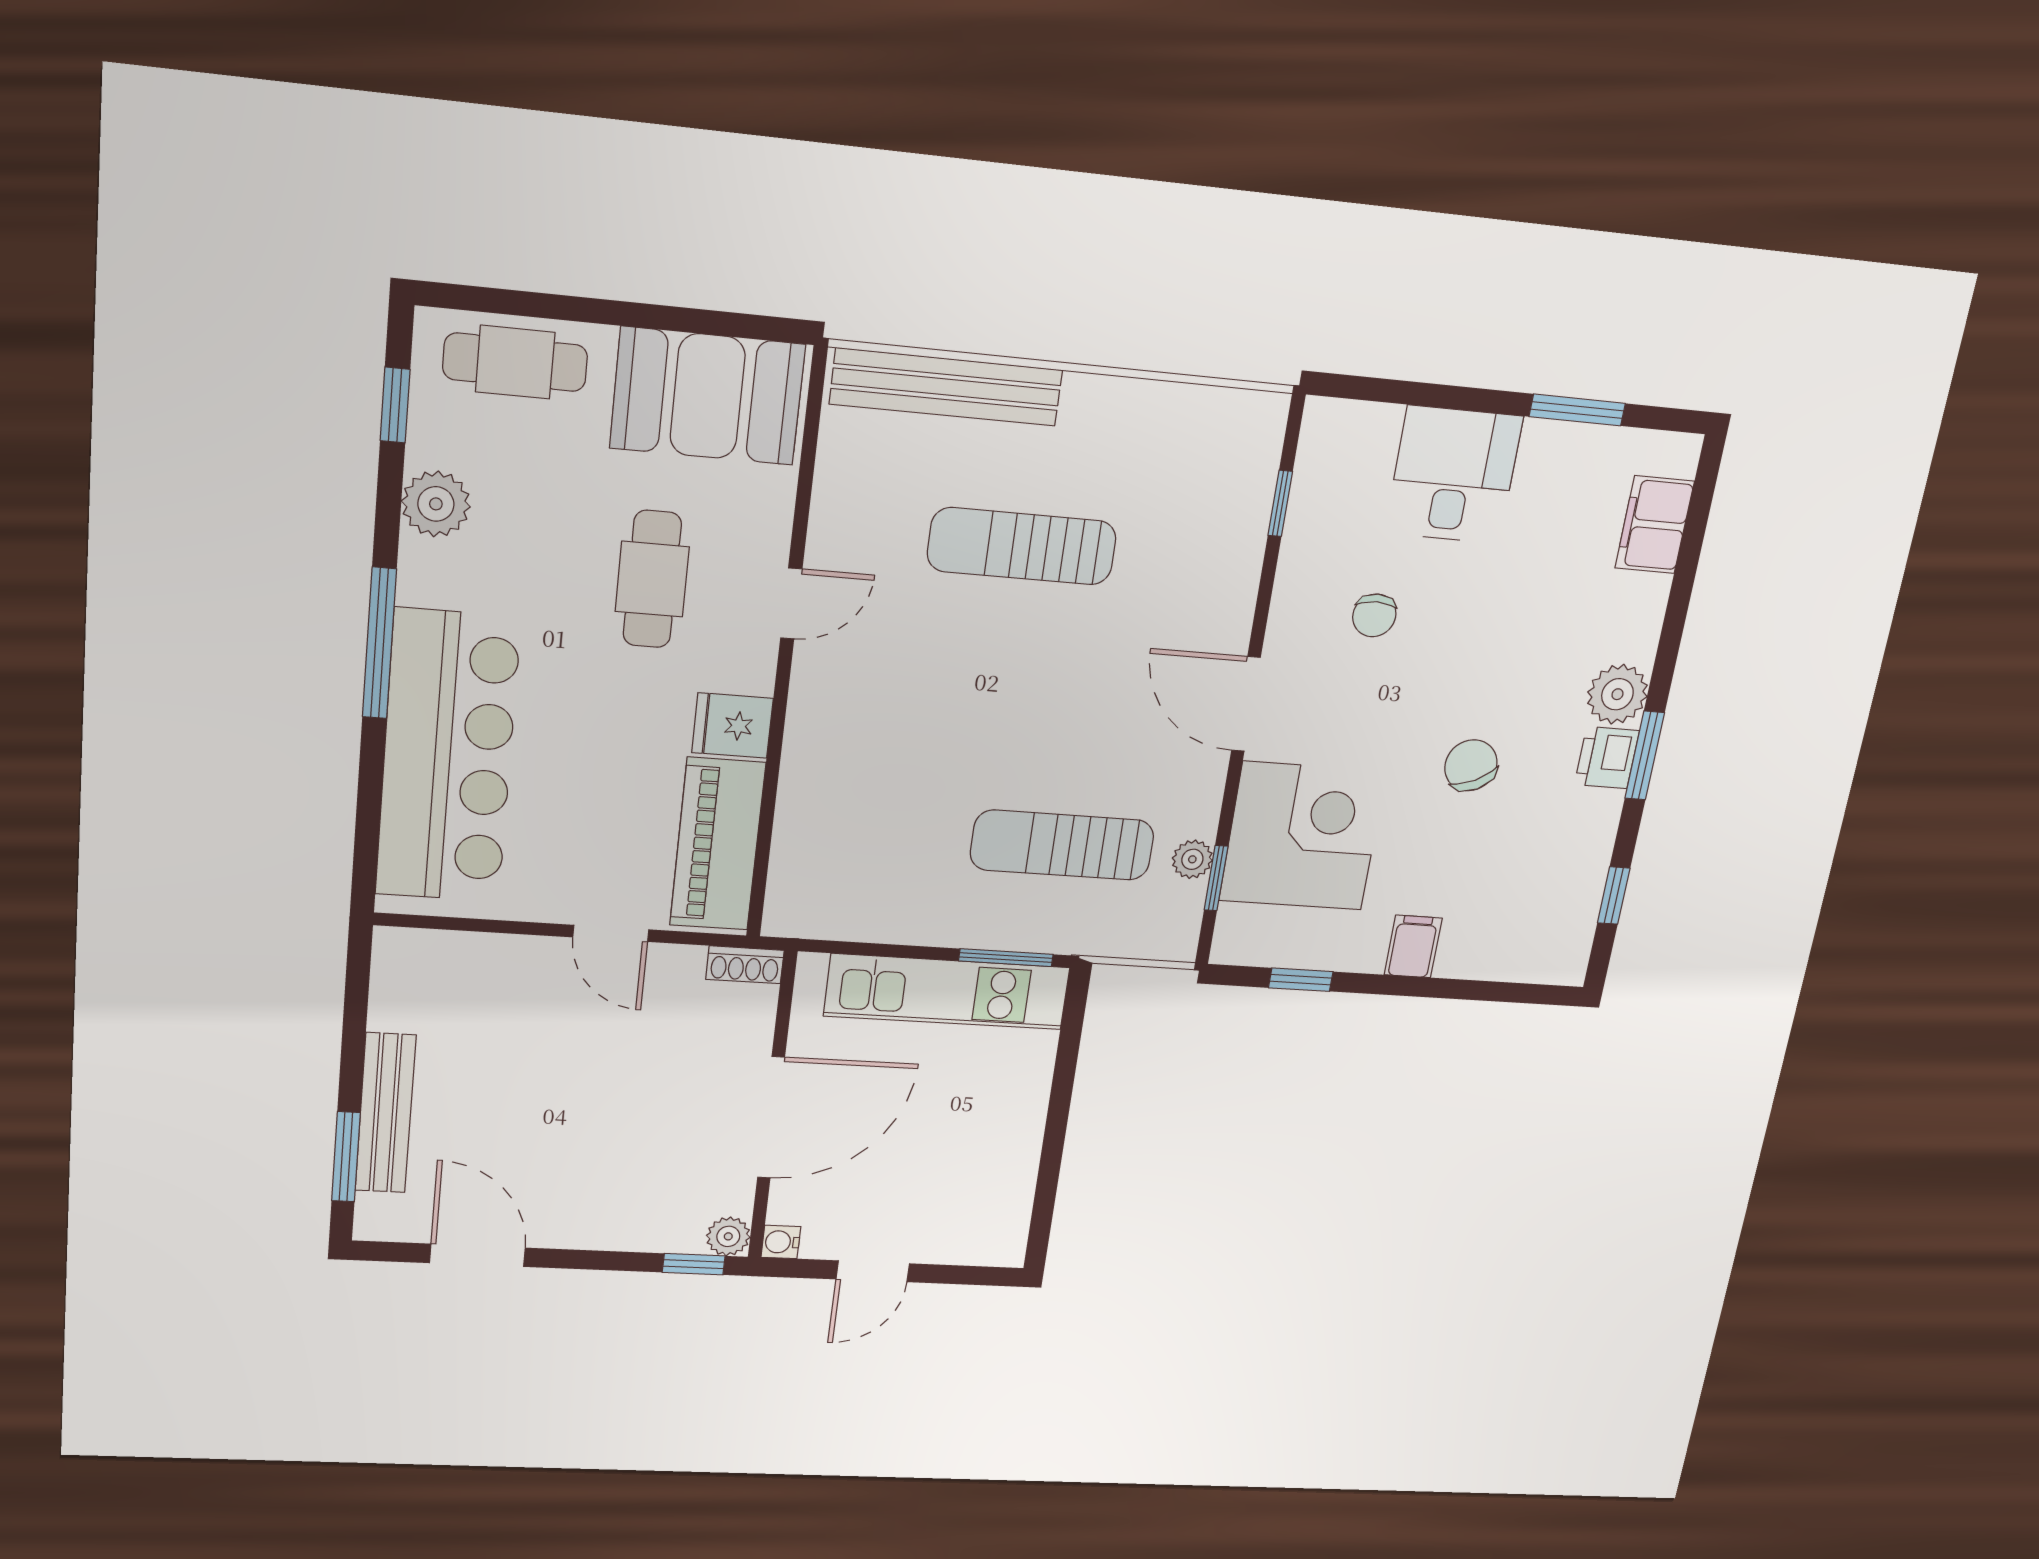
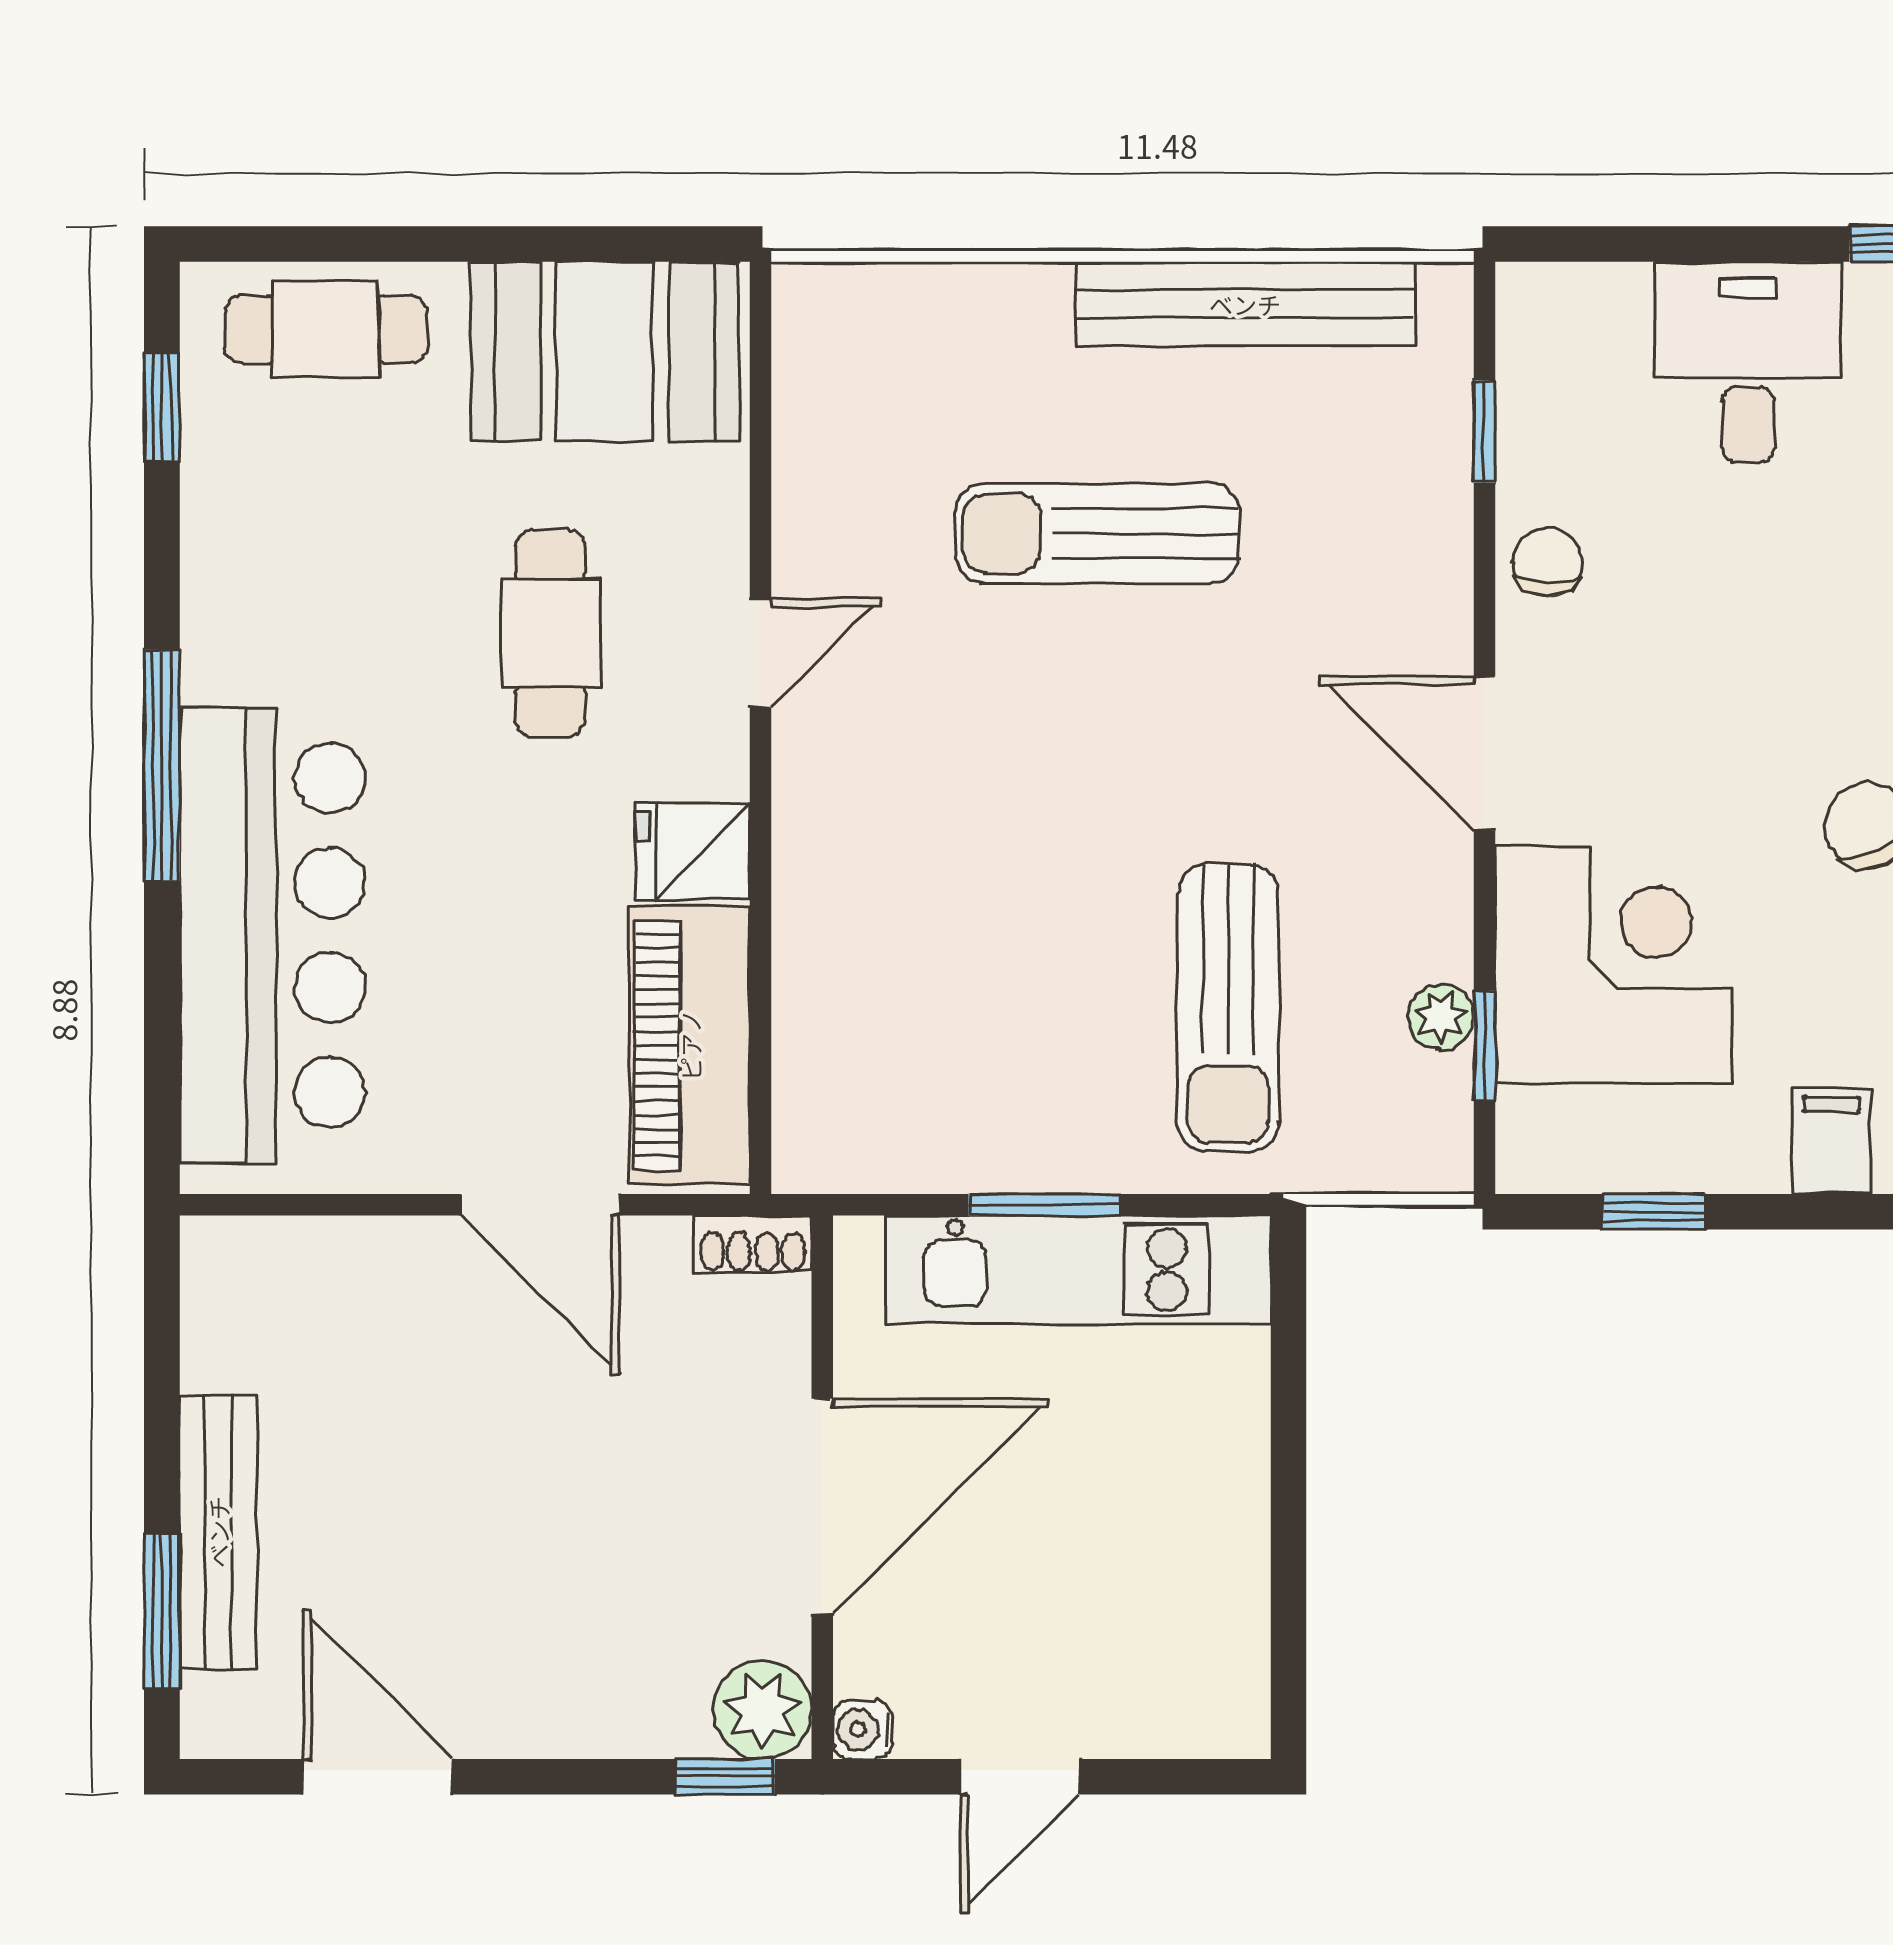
bench: (946, 387) -> (1245, 304), moved
plant: (436, 504) -> (229, 548), removed
chair: (1374, 615) -> (1548, 562), moved, turned 180
sun lounger: (1062, 845) -> (1228, 1008), turned -90
door: (611, 933) -> (540, 1205), width x1.38
window: (1006, 958) -> (1044, 1205), moved
plant: (728, 1236) -> (763, 1710), width x1.38, depth x1.38

